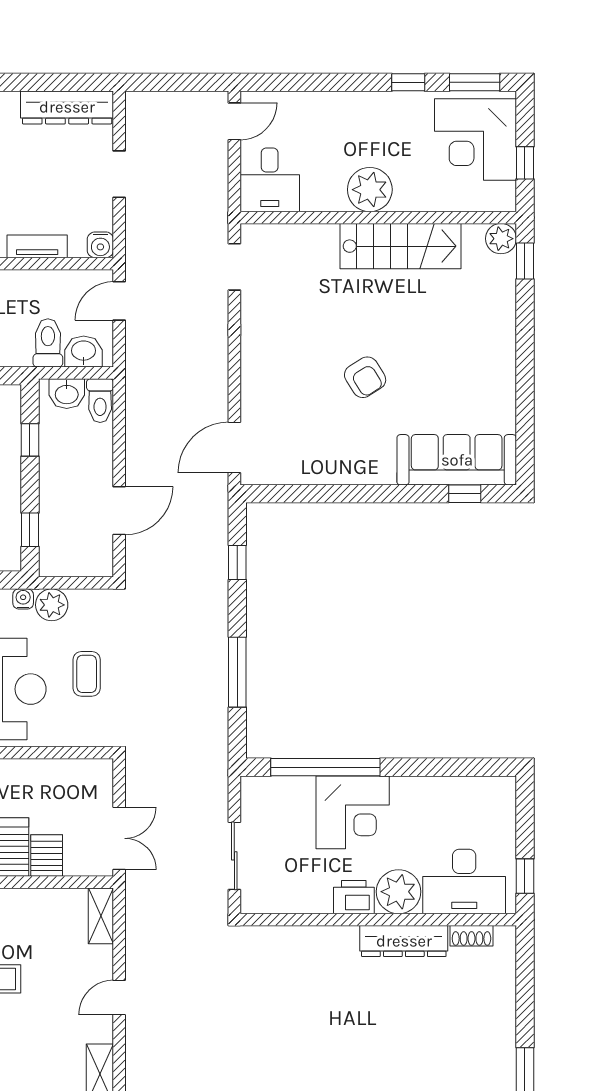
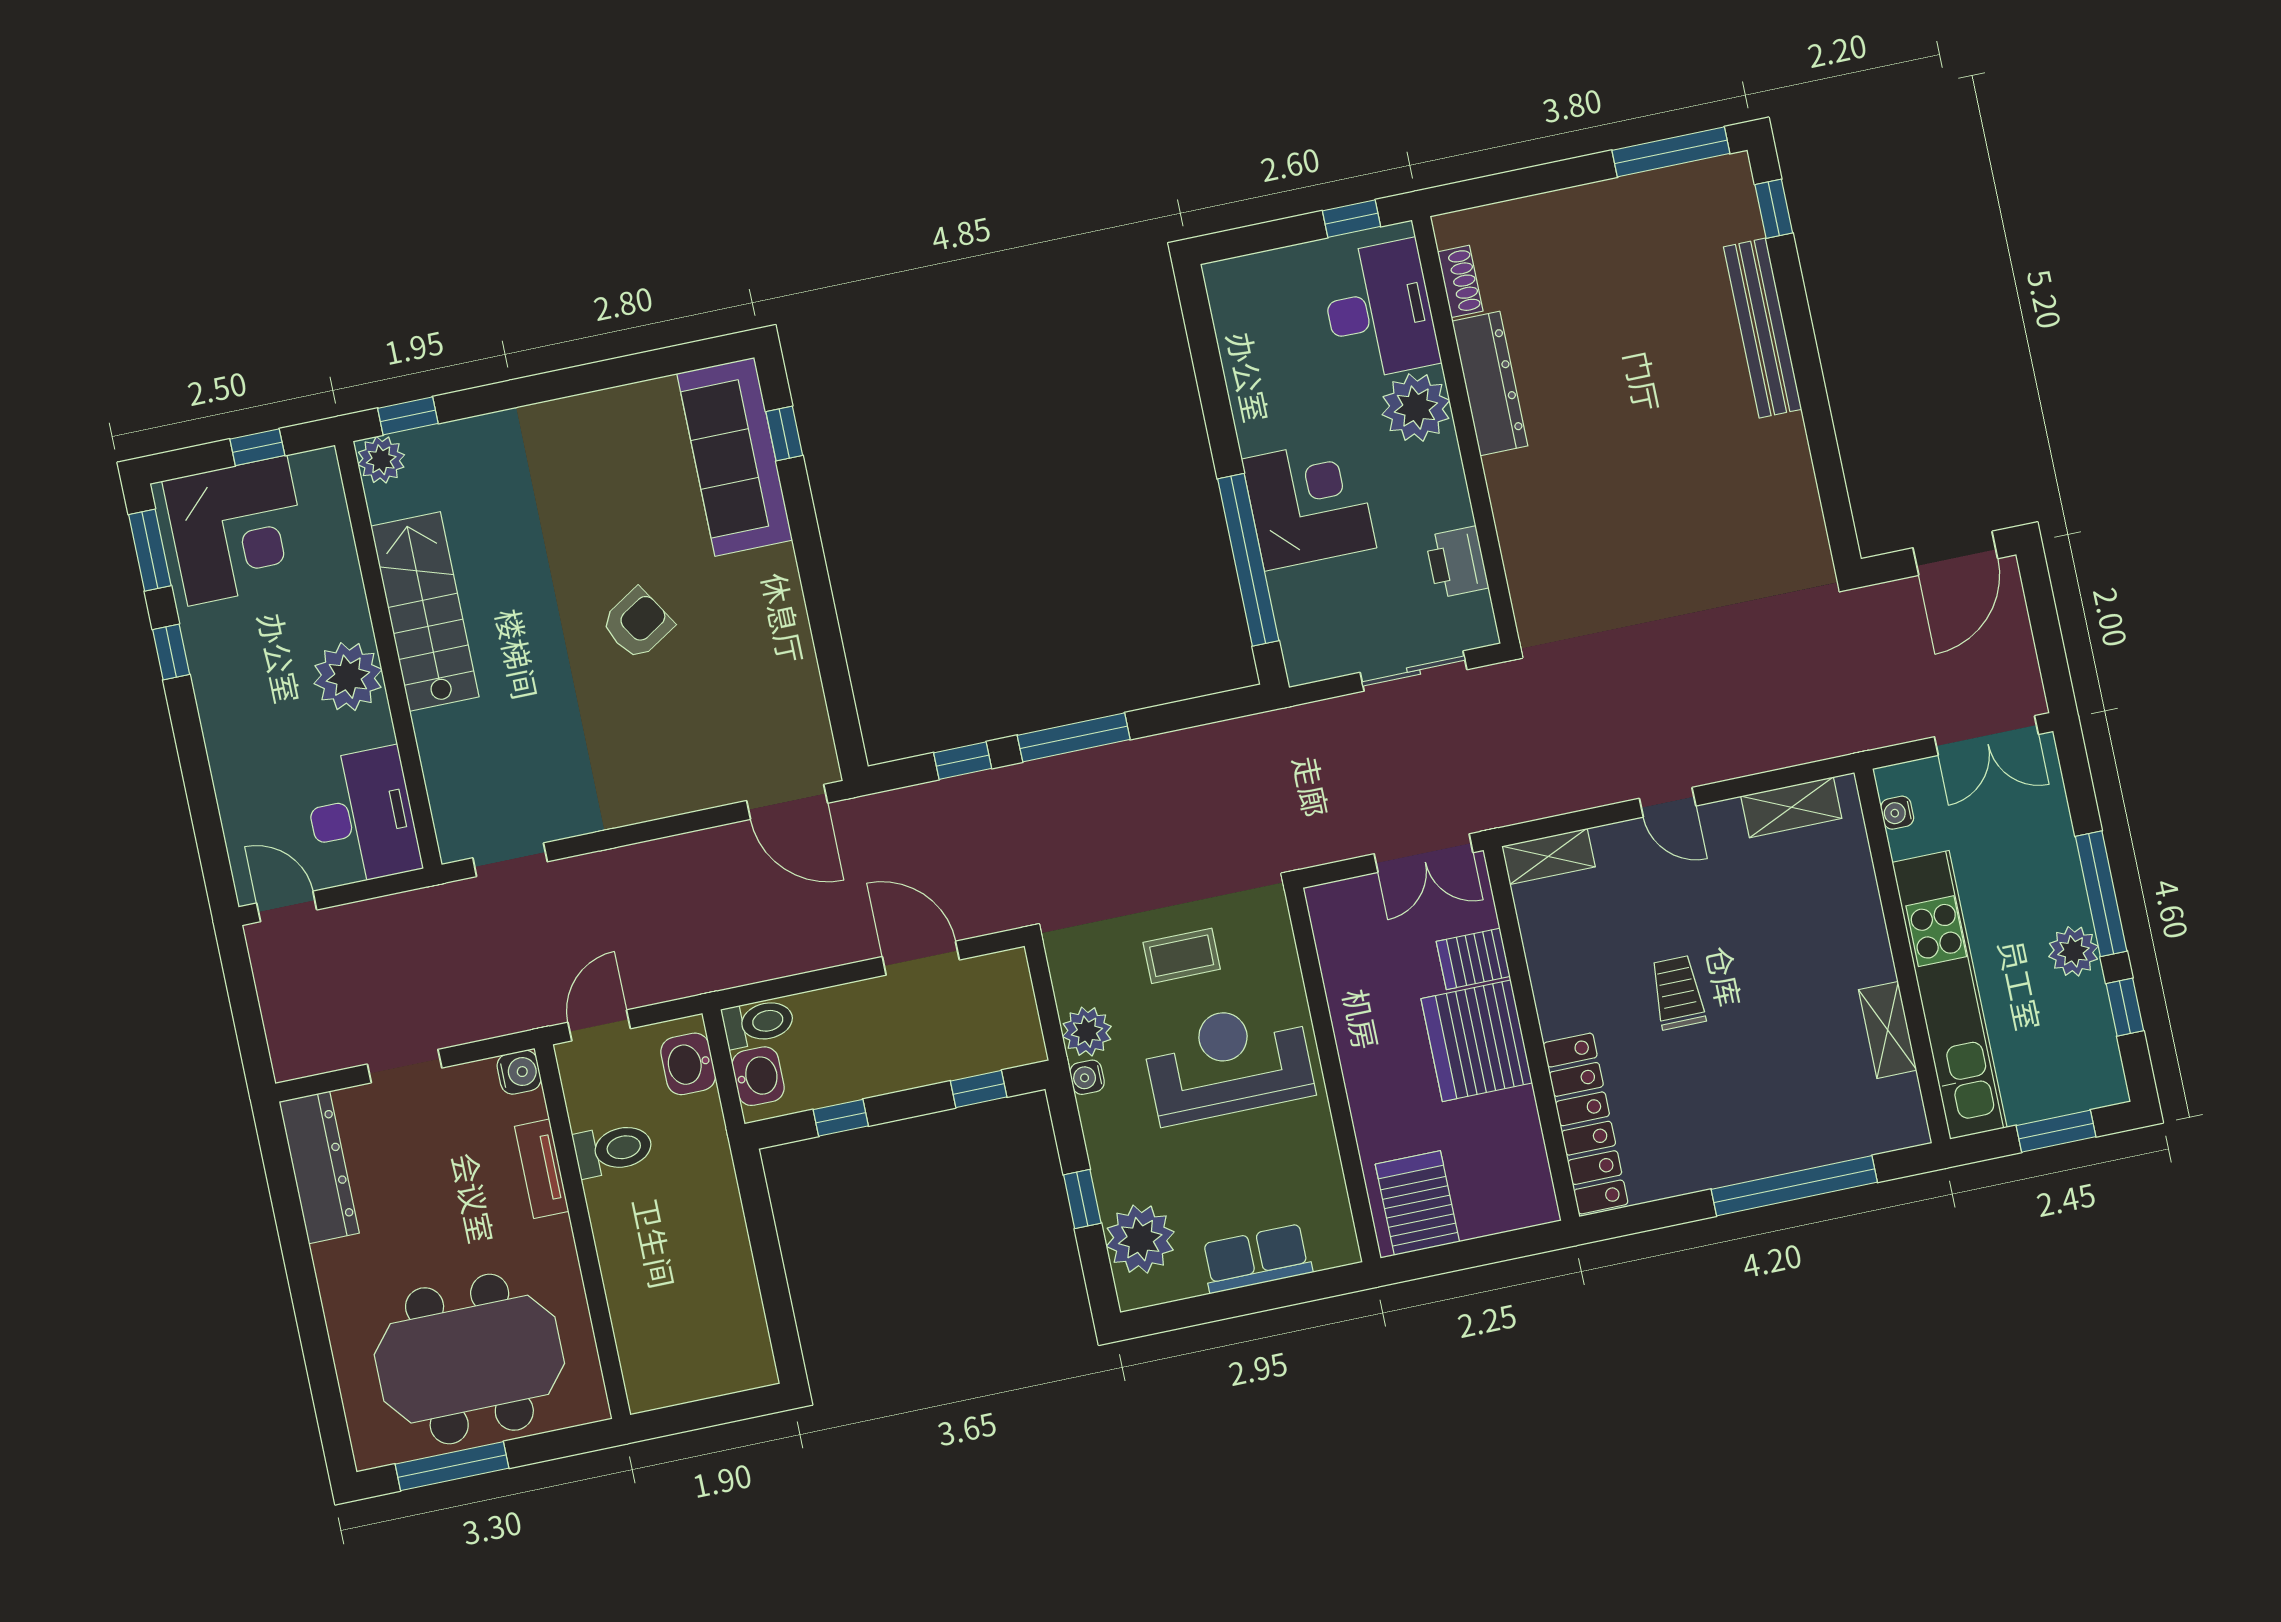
desk: (270, 180) -> (362, 816), width x1.37
door: (119, 301) -> (599, 1025), swing flipped
toilet: (48, 343) -> (613, 1149), moved, turned 180
window: (237, 672) -> (1074, 737), moved
double door: (119, 838) -> (1424, 853), swing flipped
printer: (354, 897) -> (1457, 562), moved

